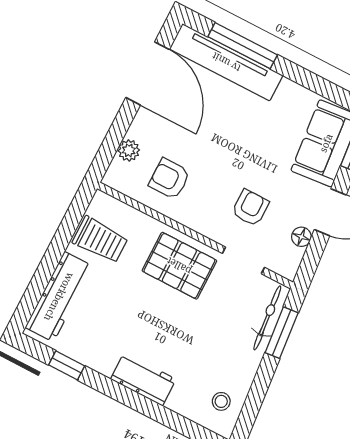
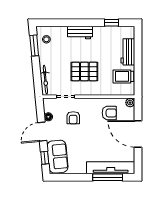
door: (148, 73) -> (138, 134), moved
plant: (129, 150) -> (130, 103), moved
pallet: (179, 266) -> (84, 72), moved
workbench: (59, 297) -> (128, 52), width x0.73
window: (282, 333) -> (34, 46), moved

